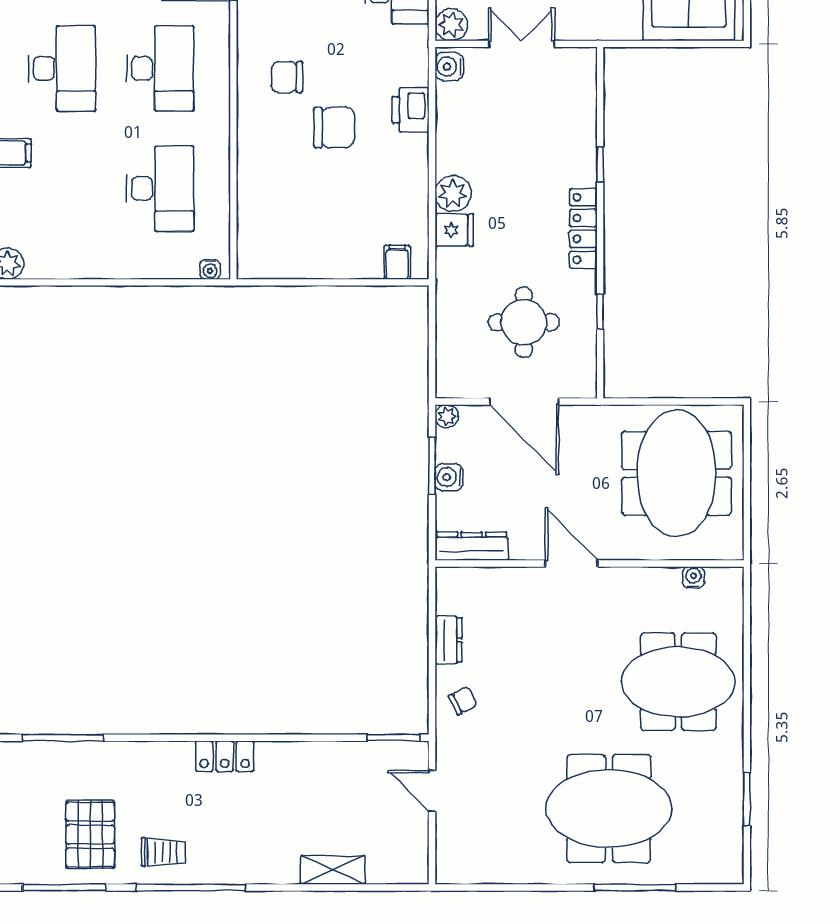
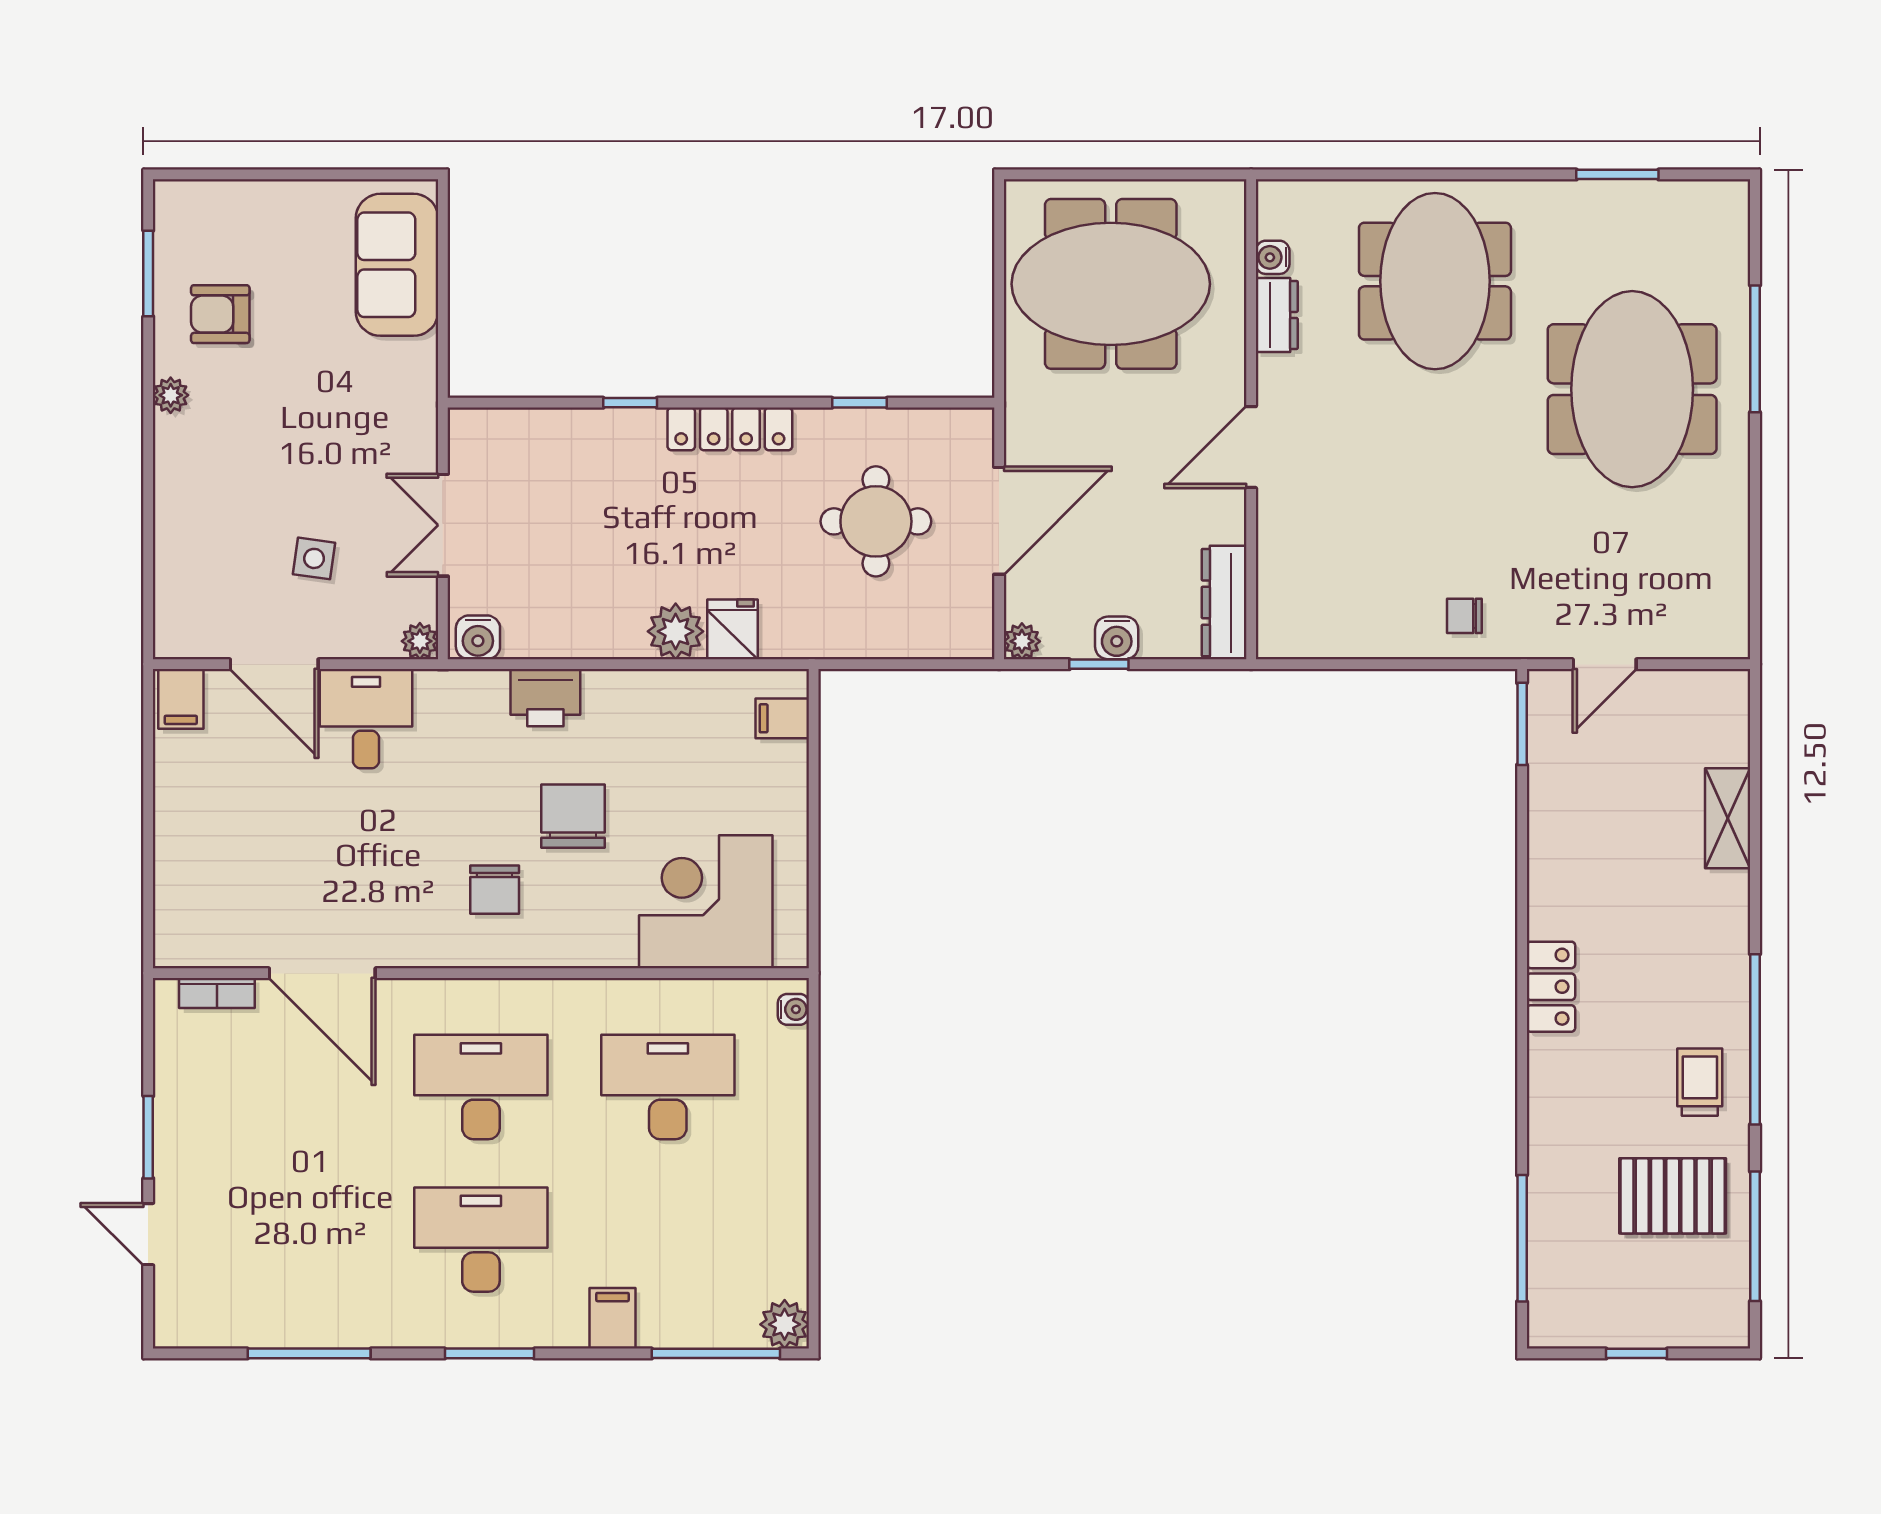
plant: (451, 25) -> (420, 641), width x0.73, depth x0.73
corner desk: (279, 213) -> (706, 902), added
window: (432, 466) -> (1099, 664), width x0.67
dresser: (448, 640) -> (1277, 315), moved, turned 90
chair: (463, 701) -> (1464, 616), turned -63

